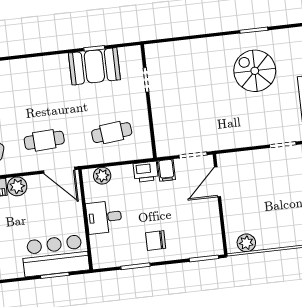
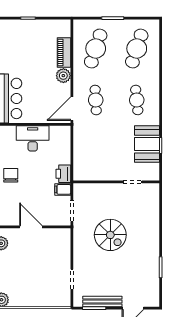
spiral stairs: (255, 71) -> (110, 235), moved, turned 90
cafe table: (112, 133) -> (137, 100), moved
plant: (102, 176) -> (64, 141), removed
door: (218, 182) -> (31, 227), moved
desk: (104, 217) -> (33, 138), width x1.37

